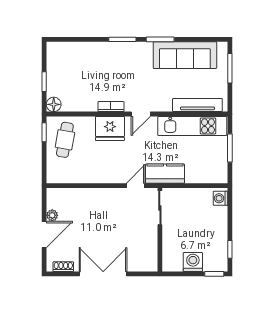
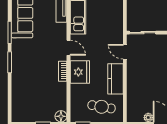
cafe table: (65, 140) -> (102, 107), moved
kitchen counter: (165, 174) -> (115, 79), moved

